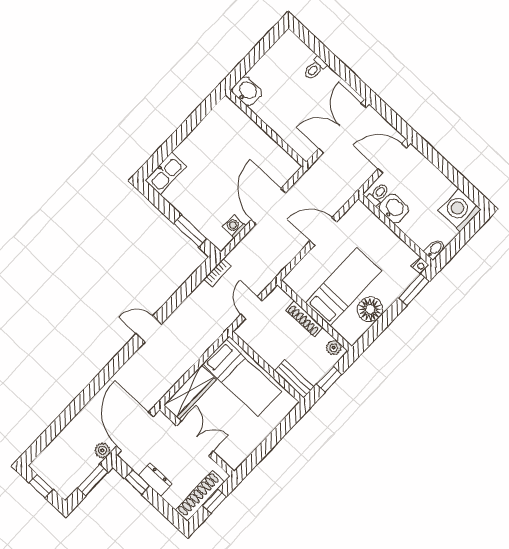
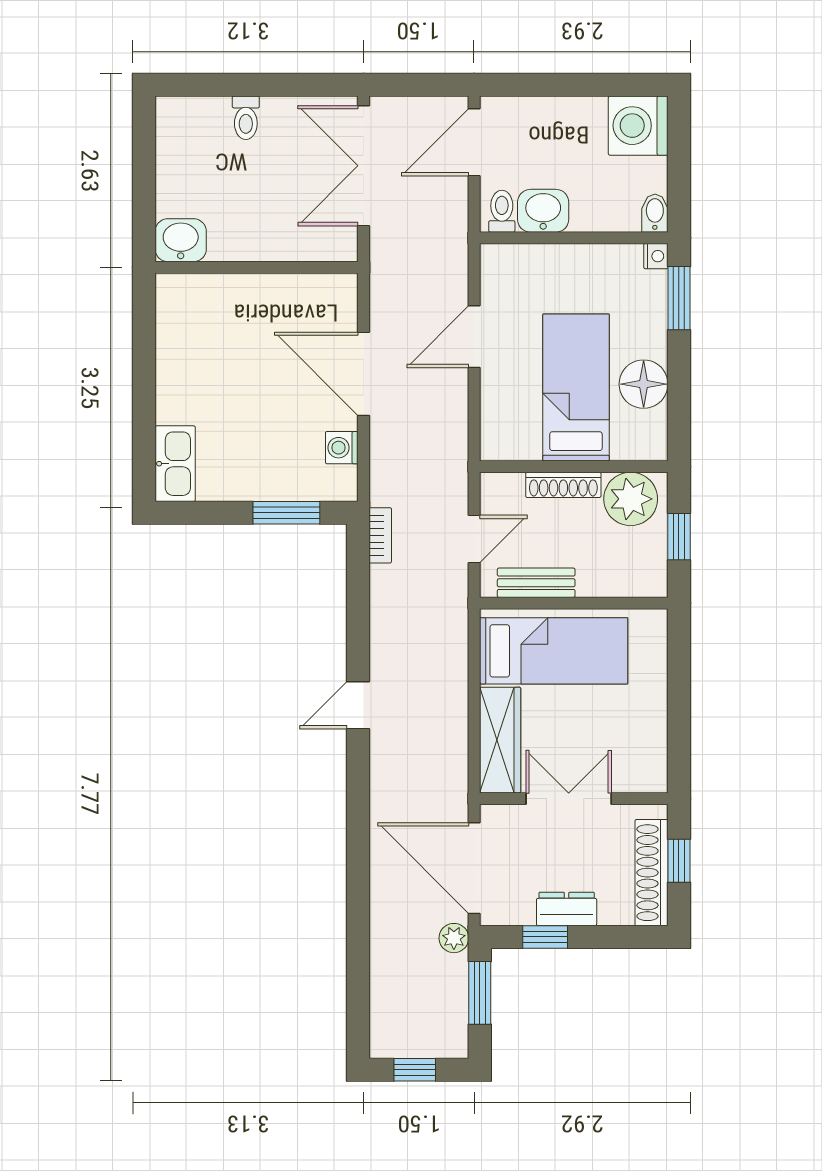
door: (251, 308) -> (474, 539), swing flipped
plant: (334, 348) -> (631, 499), width x1.88, depth x1.88
bench: (294, 379) -> (536, 583), moved

